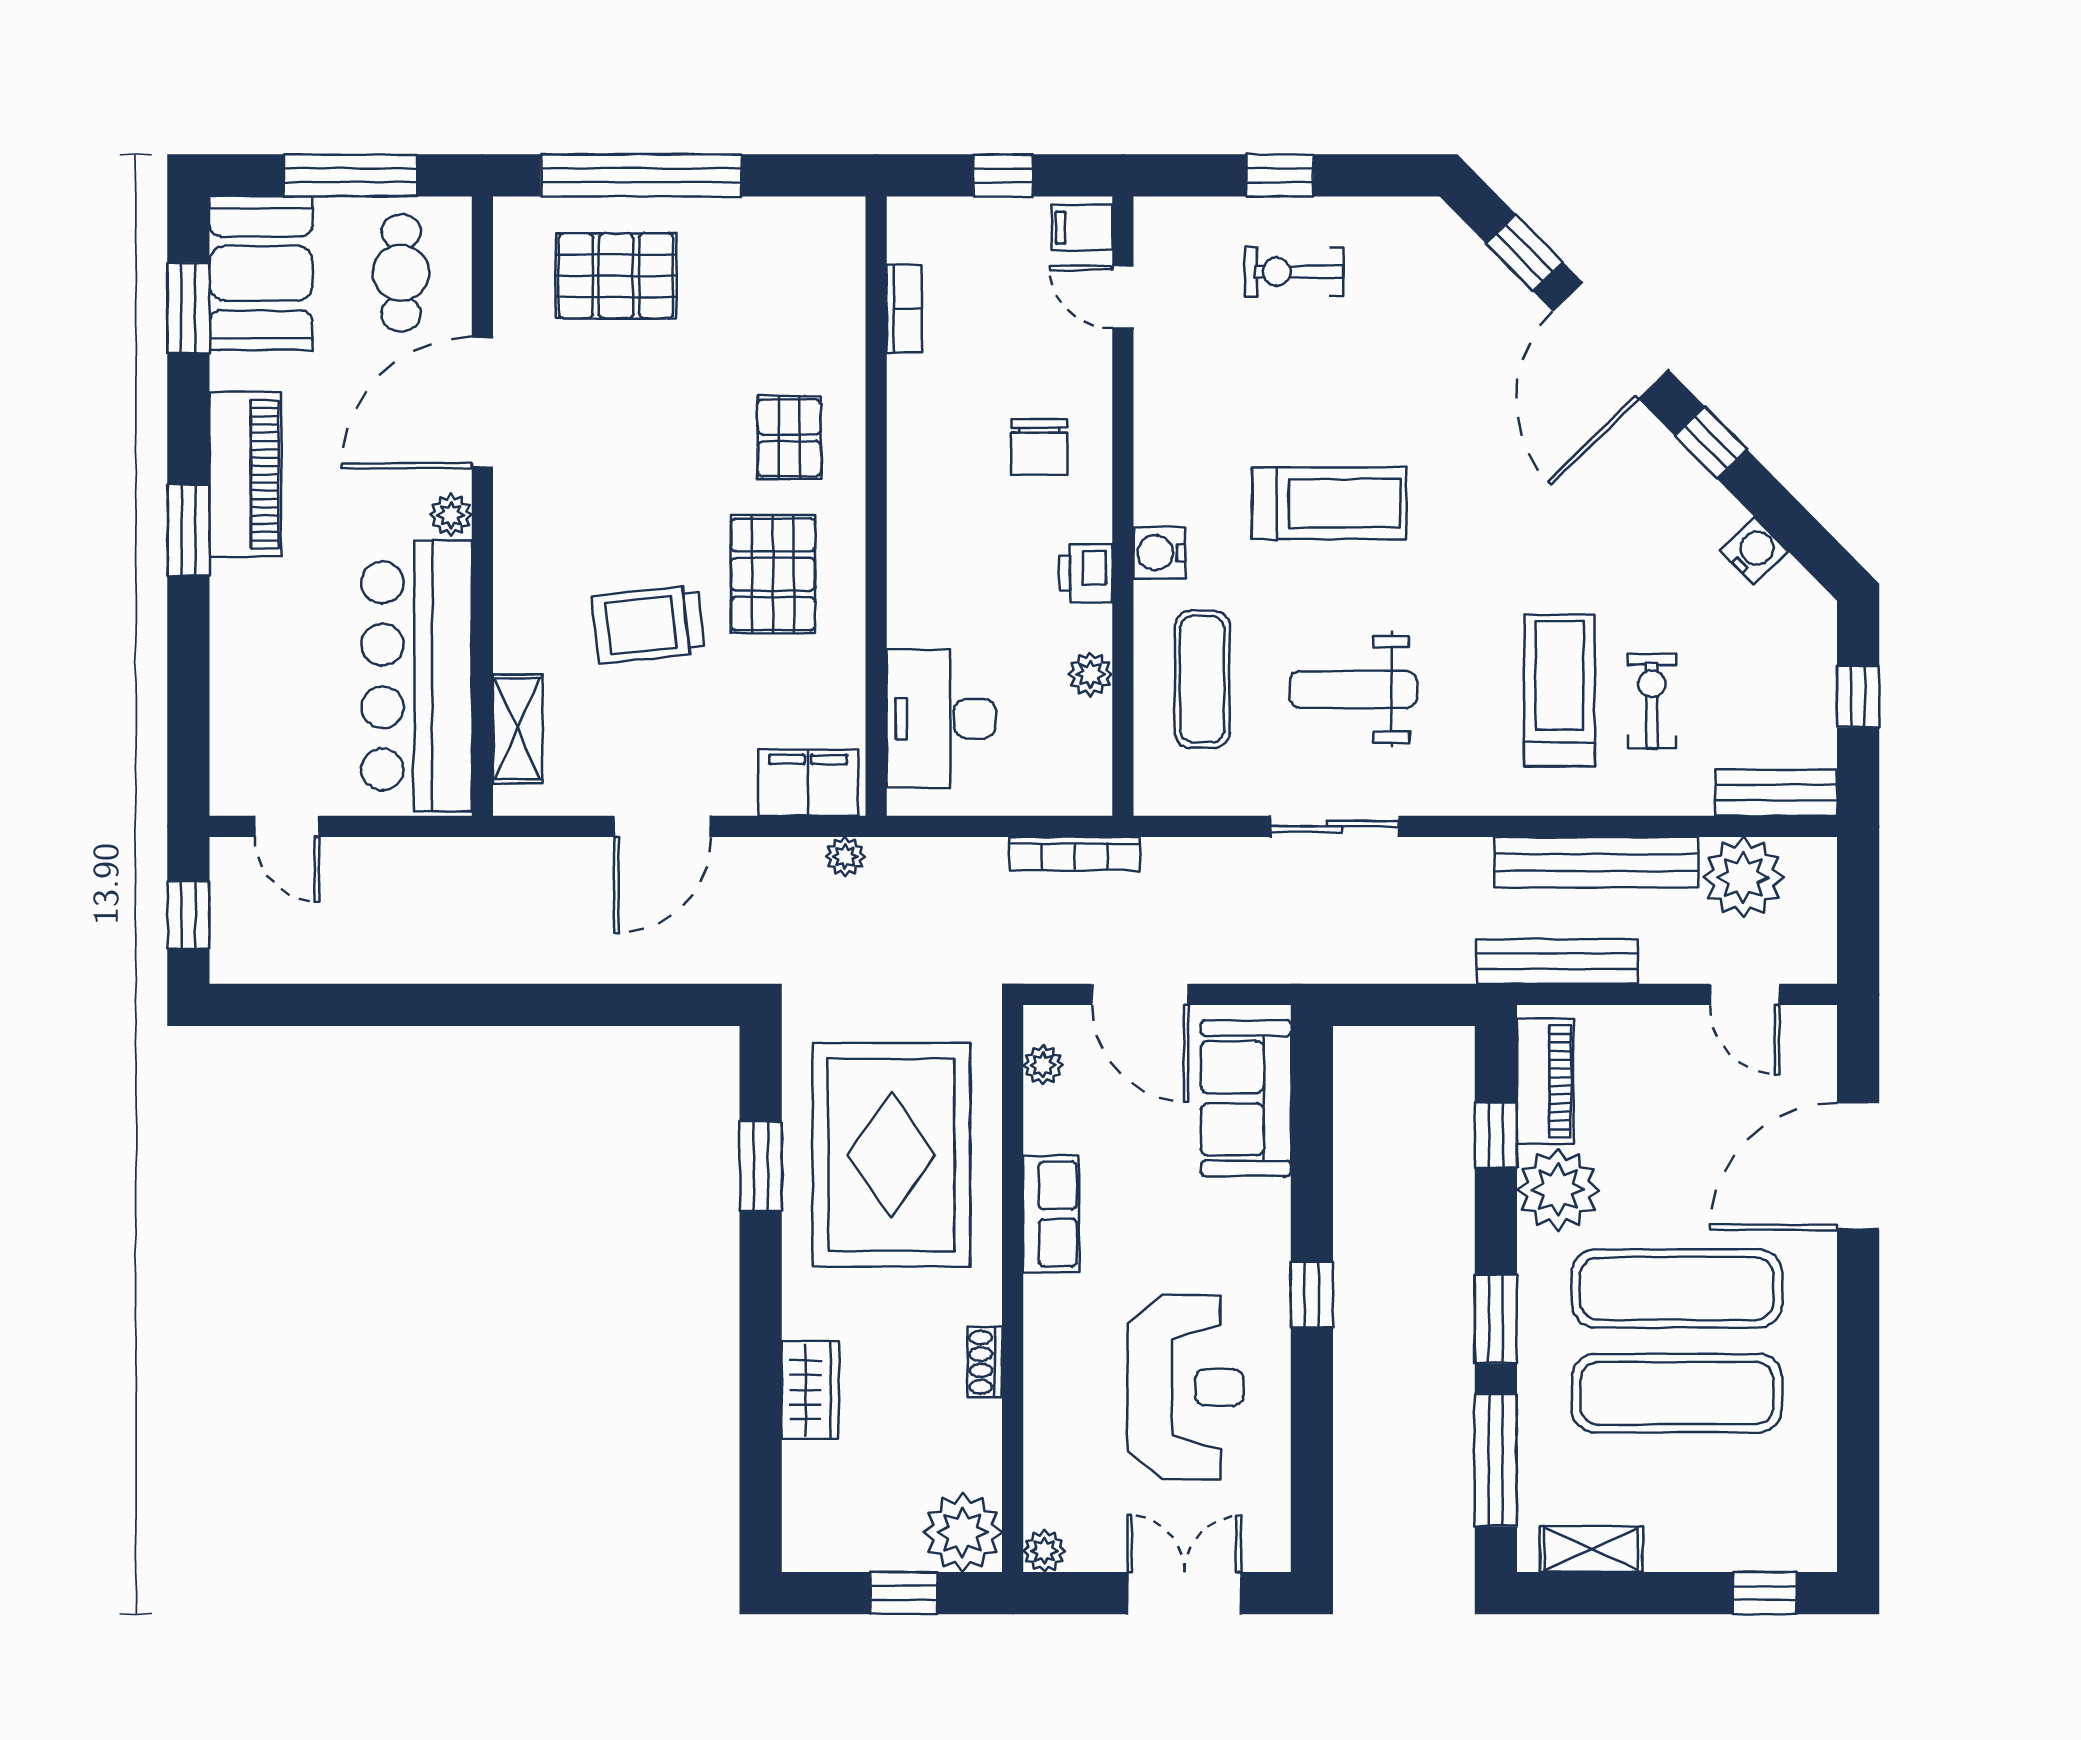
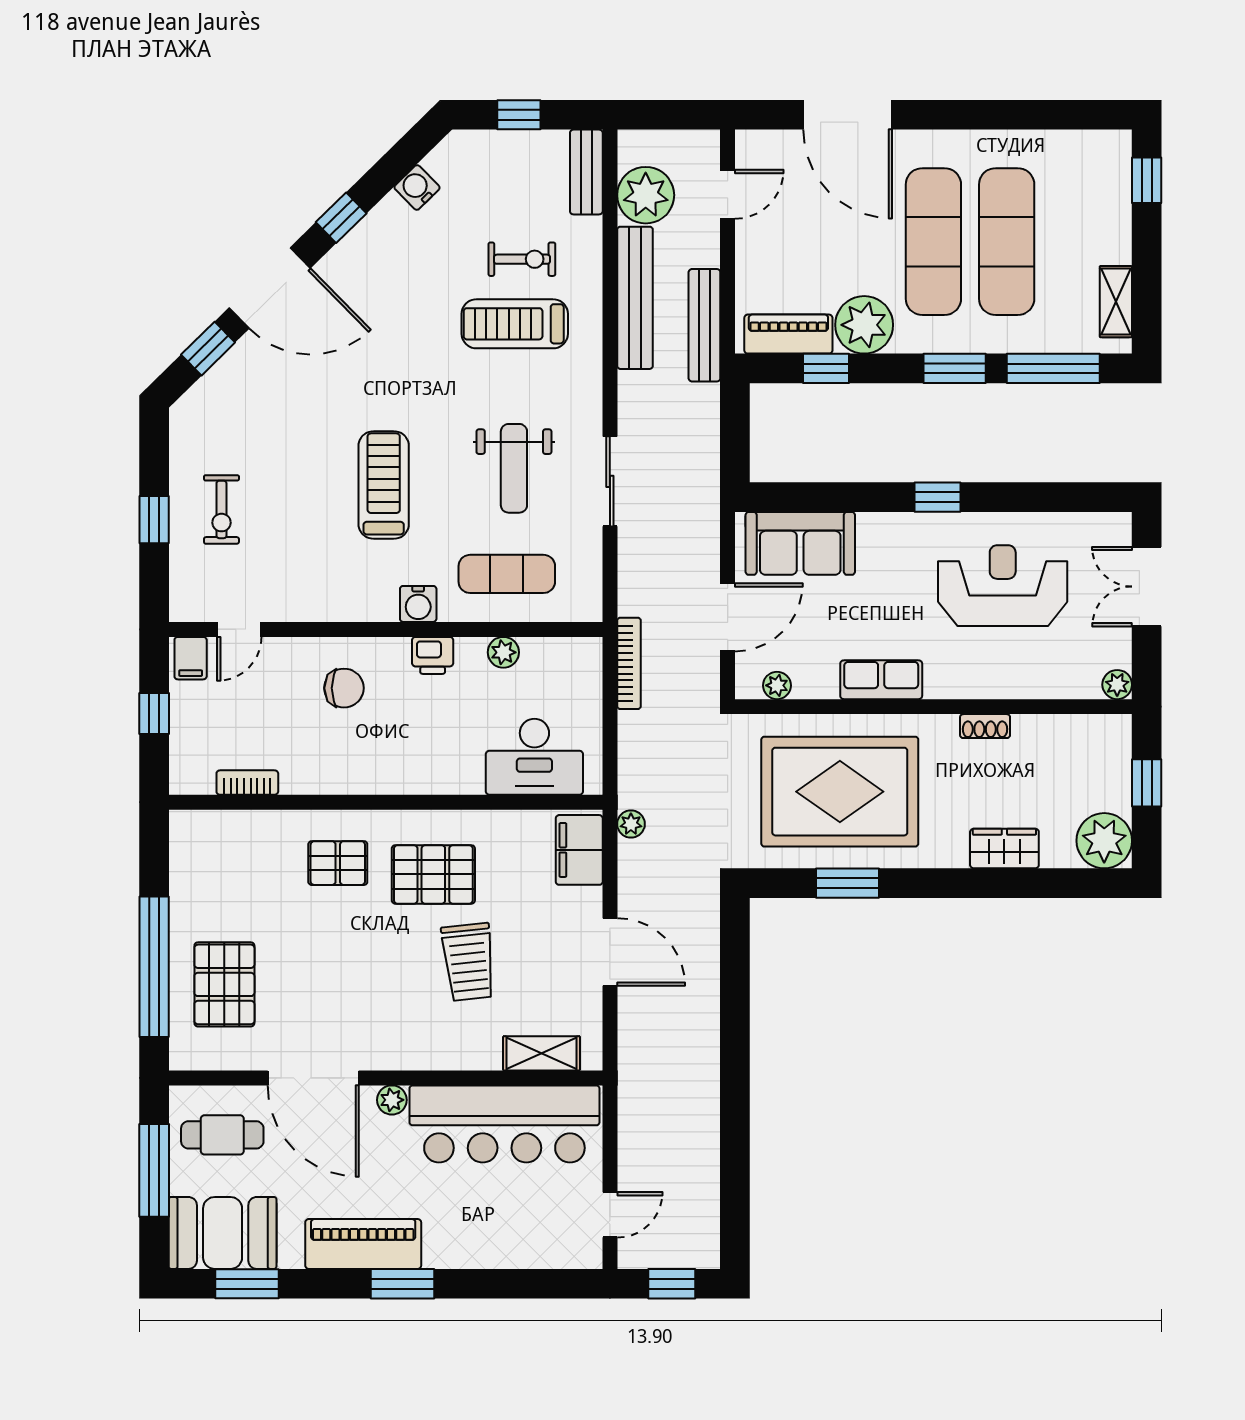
exercise bike: (1652, 701) -> (522, 259), turned 180
plant: (963, 1532) -> (1104, 841), moved

